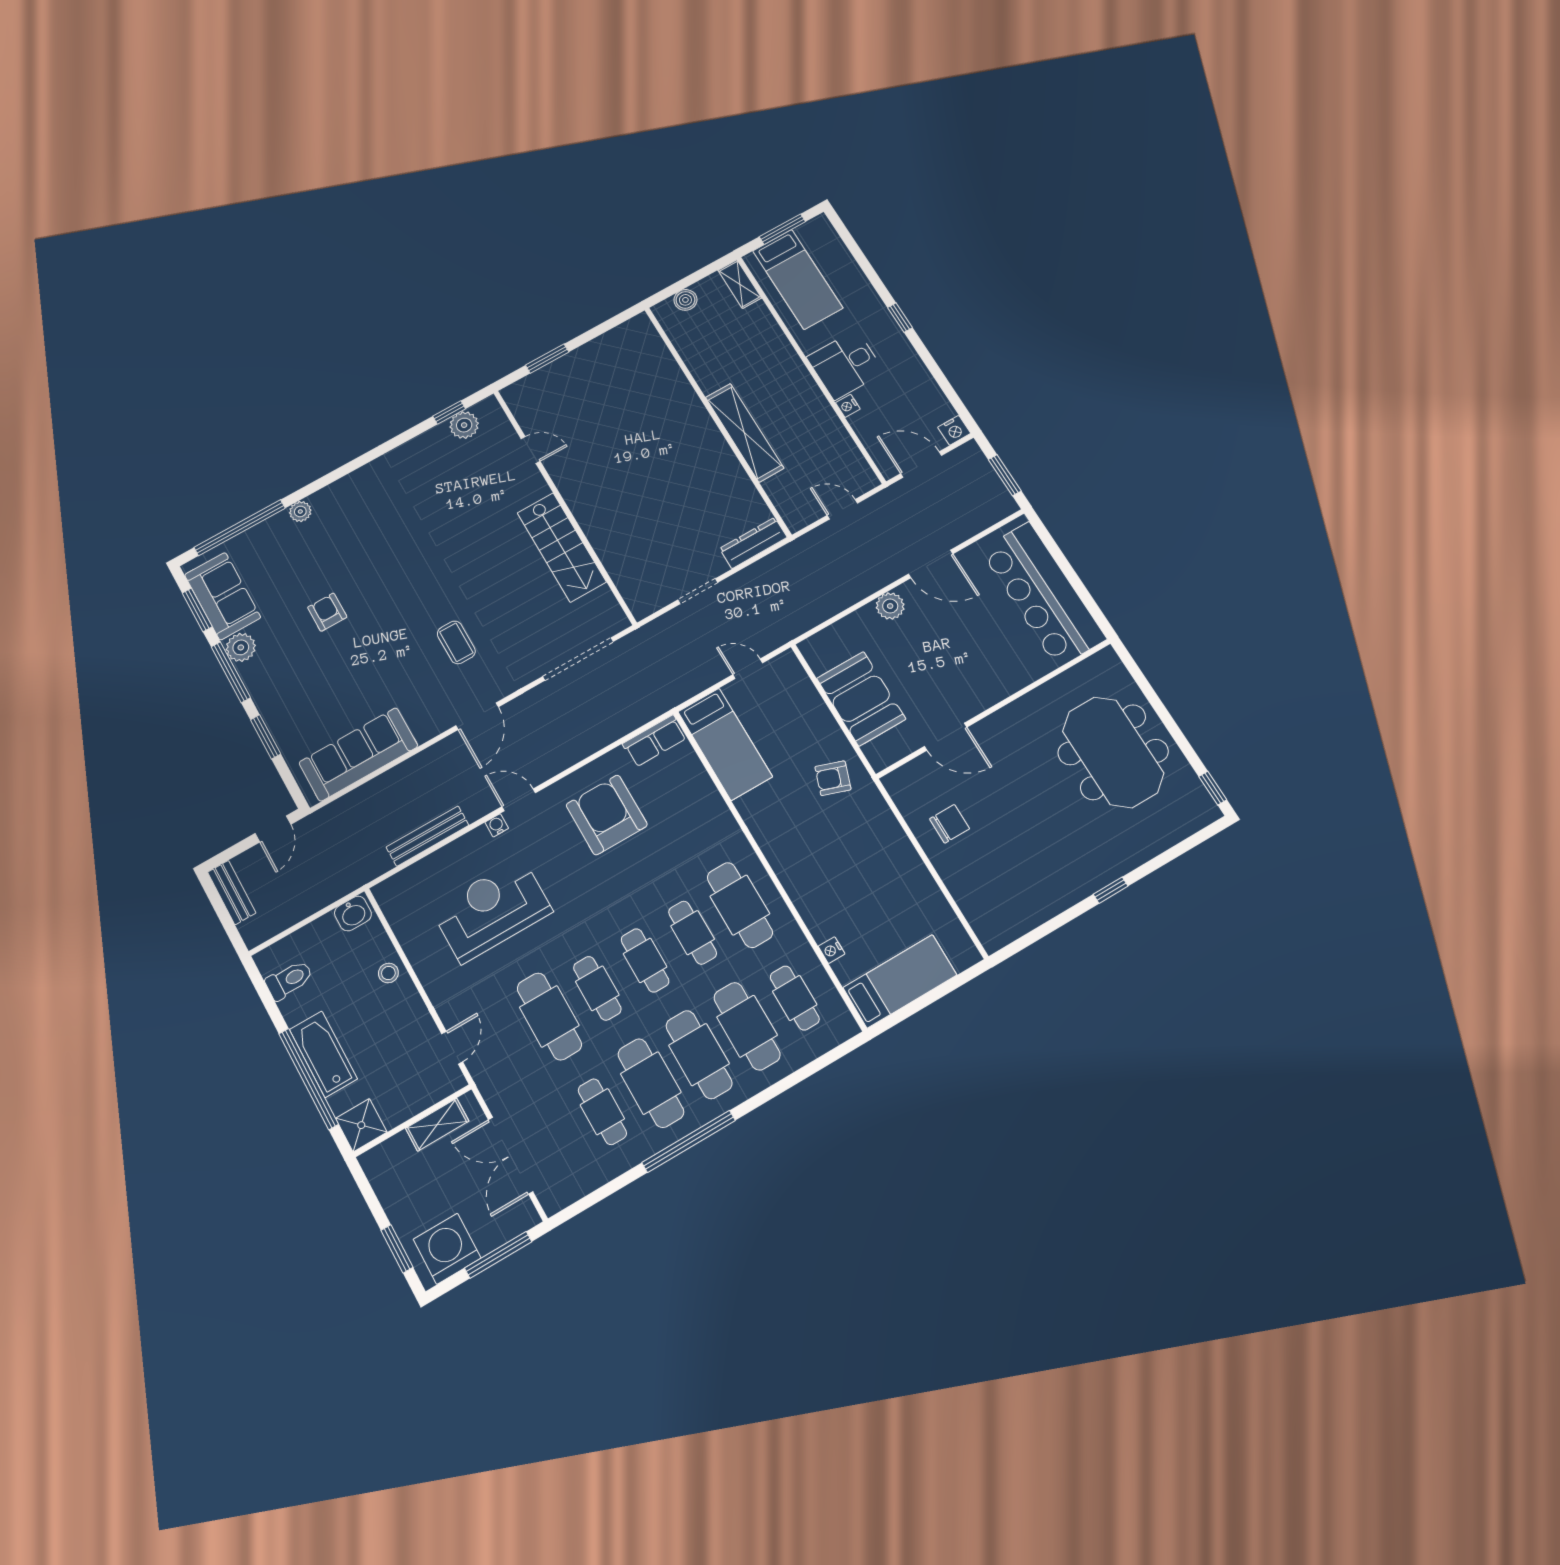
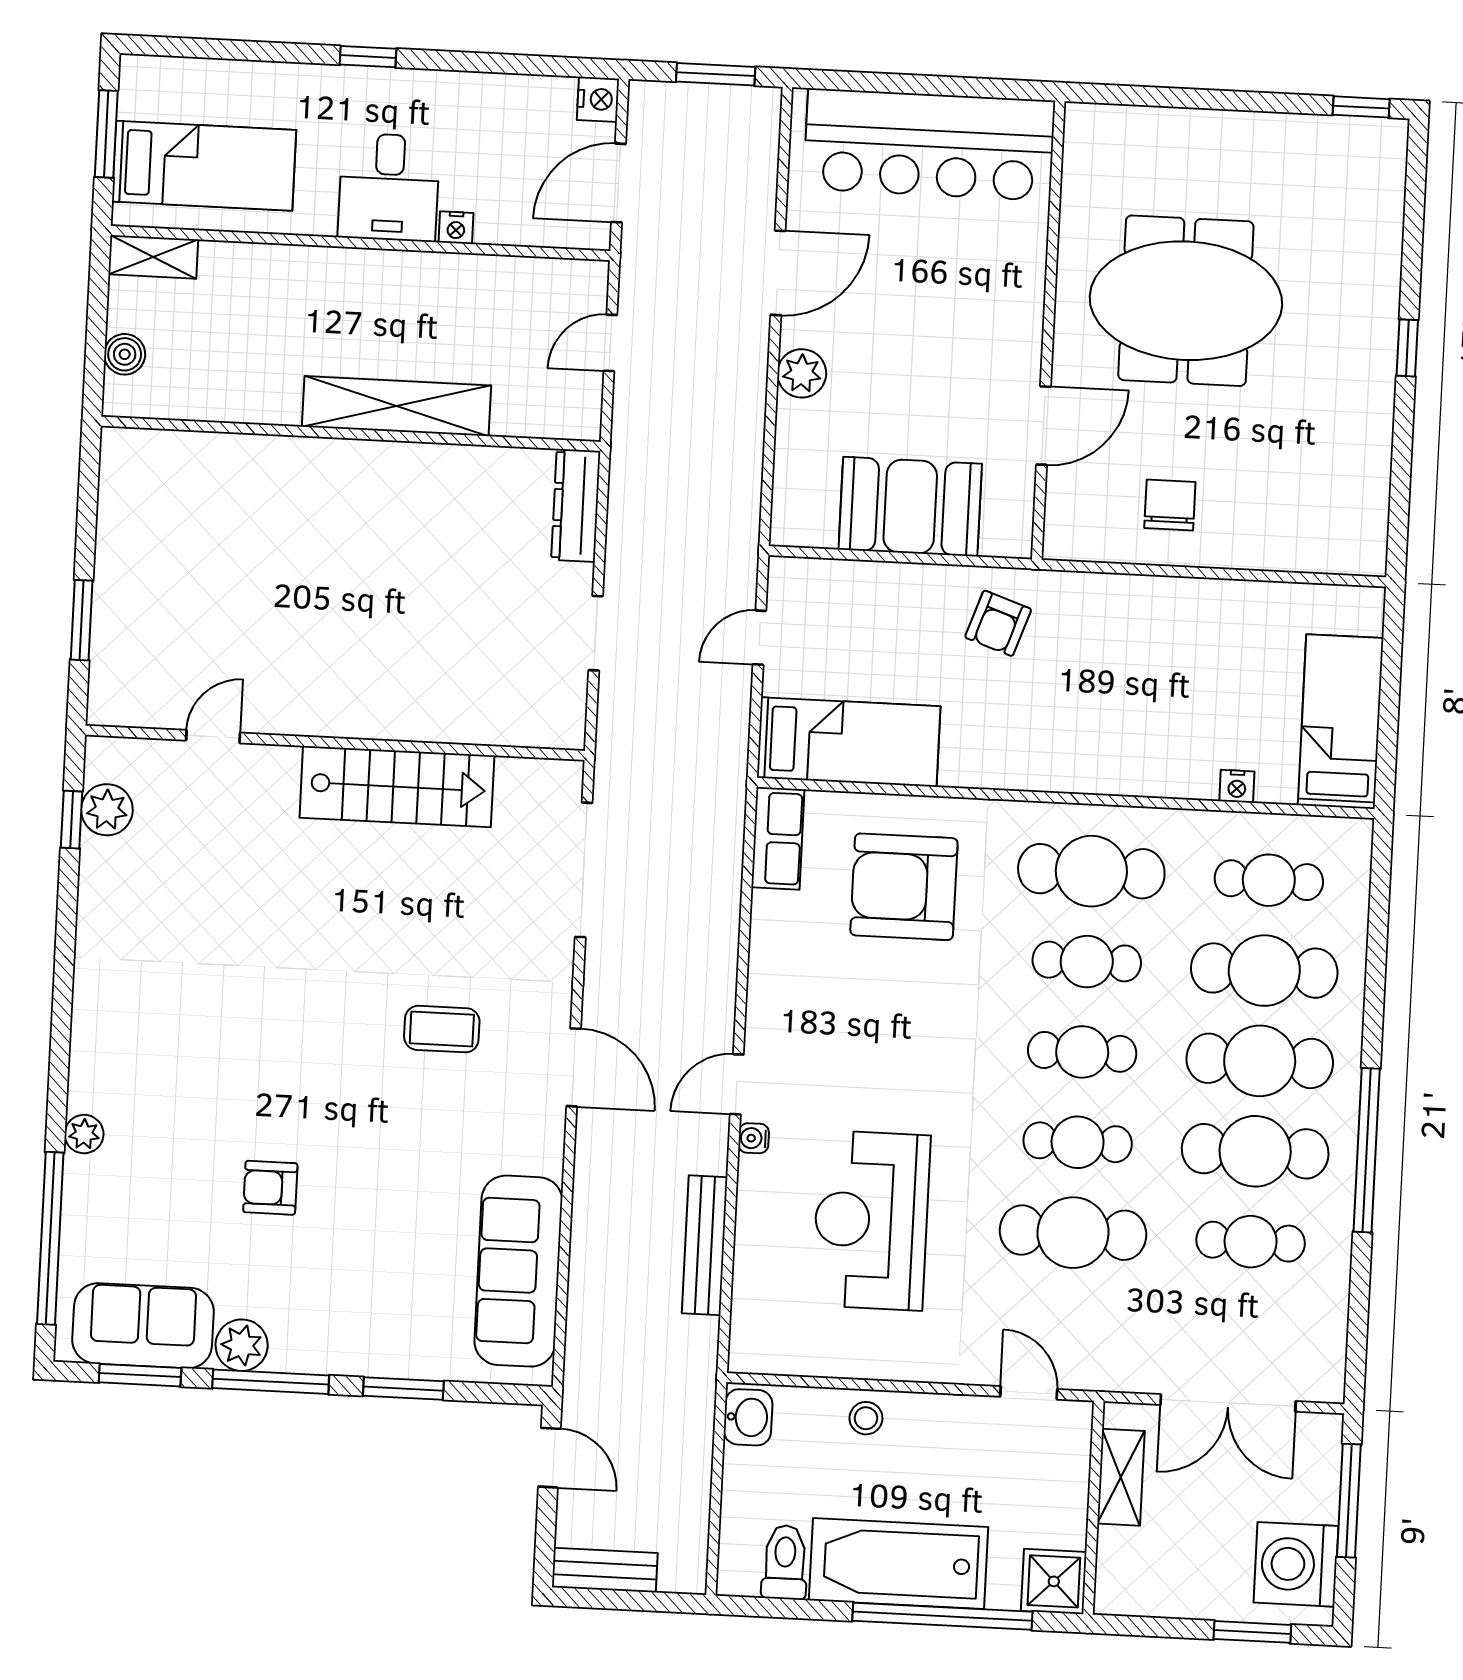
meeting table: (1113, 752) -> (1186, 301), moved
armchair: (607, 815) -> (904, 887), moved
bathtub: (323, 1054) -> (899, 1564), width x1.36, depth x1.36

